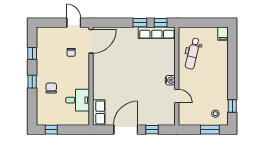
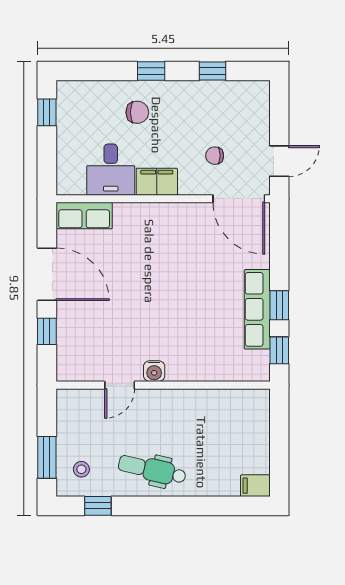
row of seats: (157, 33) -> (257, 309), moved
dental chair: (193, 54) -> (152, 470), moved
filing cabinet: (83, 79) -> (157, 182), added

